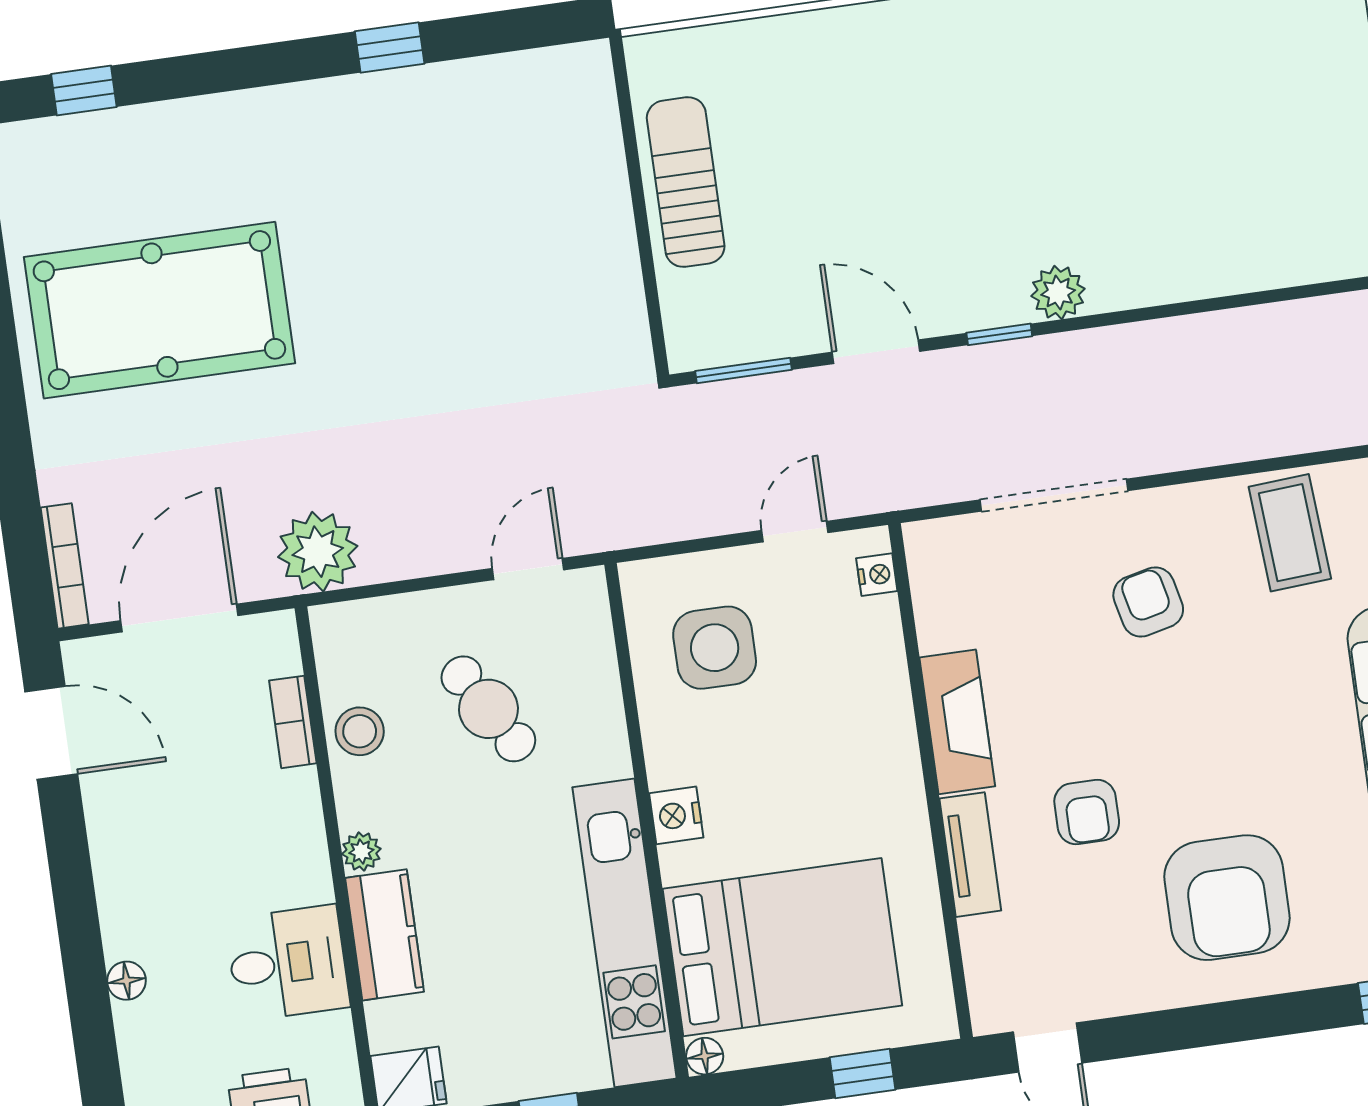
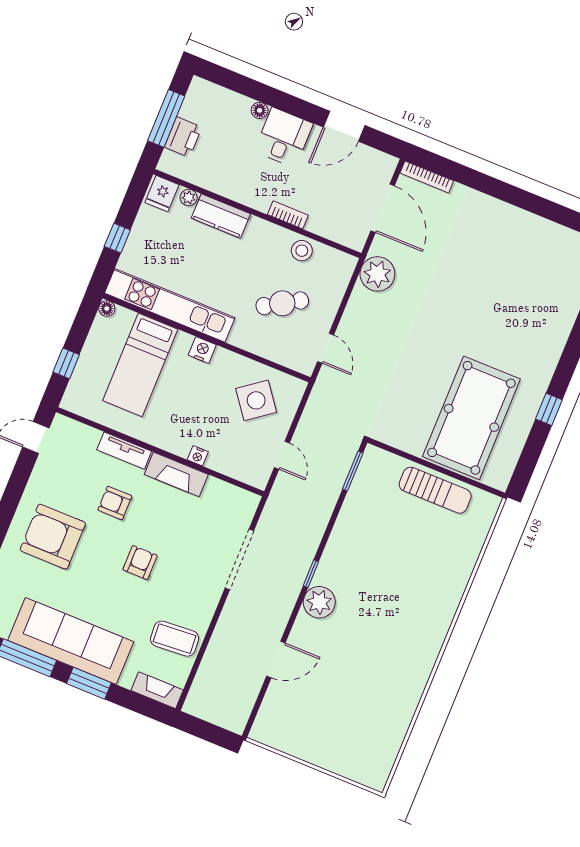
plant: (1058, 292) -> (319, 602), width x1.36, depth x1.36
pool table: (159, 310) -> (471, 418), moved
door: (876, 352) -> (276, 659), moved
nightstand: (877, 575) -> (198, 456), moved
armchair: (1148, 602) -> (140, 563), moved, turned -77
side table: (715, 648) -> (256, 400), turned -37
bookcase: (293, 722) -> (288, 215), moved
door: (51, 733) -> (344, 126), moved
plant: (361, 851) -> (189, 198), moved
bed: (782, 947) -> (140, 365), width x0.67
desk: (288, 963) -> (284, 137), moved, turned 180

